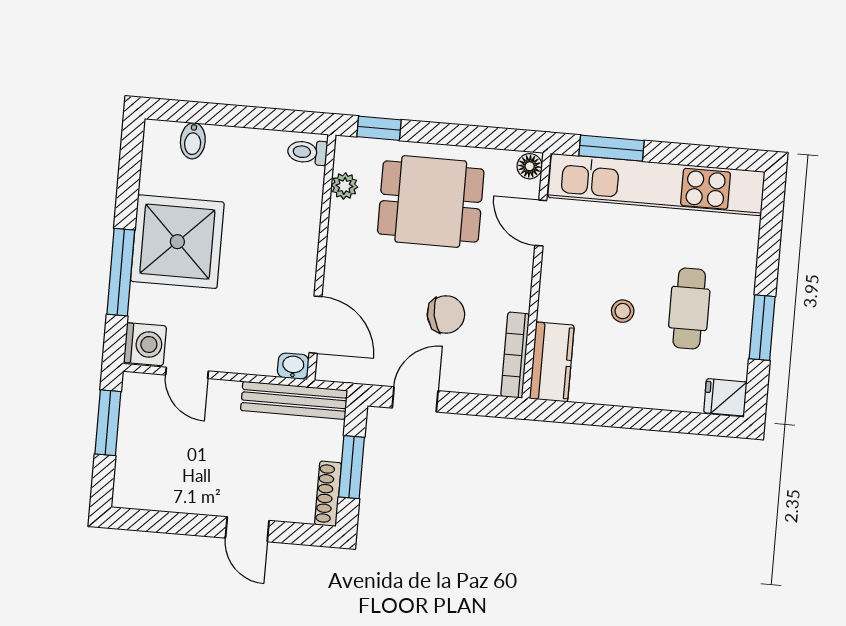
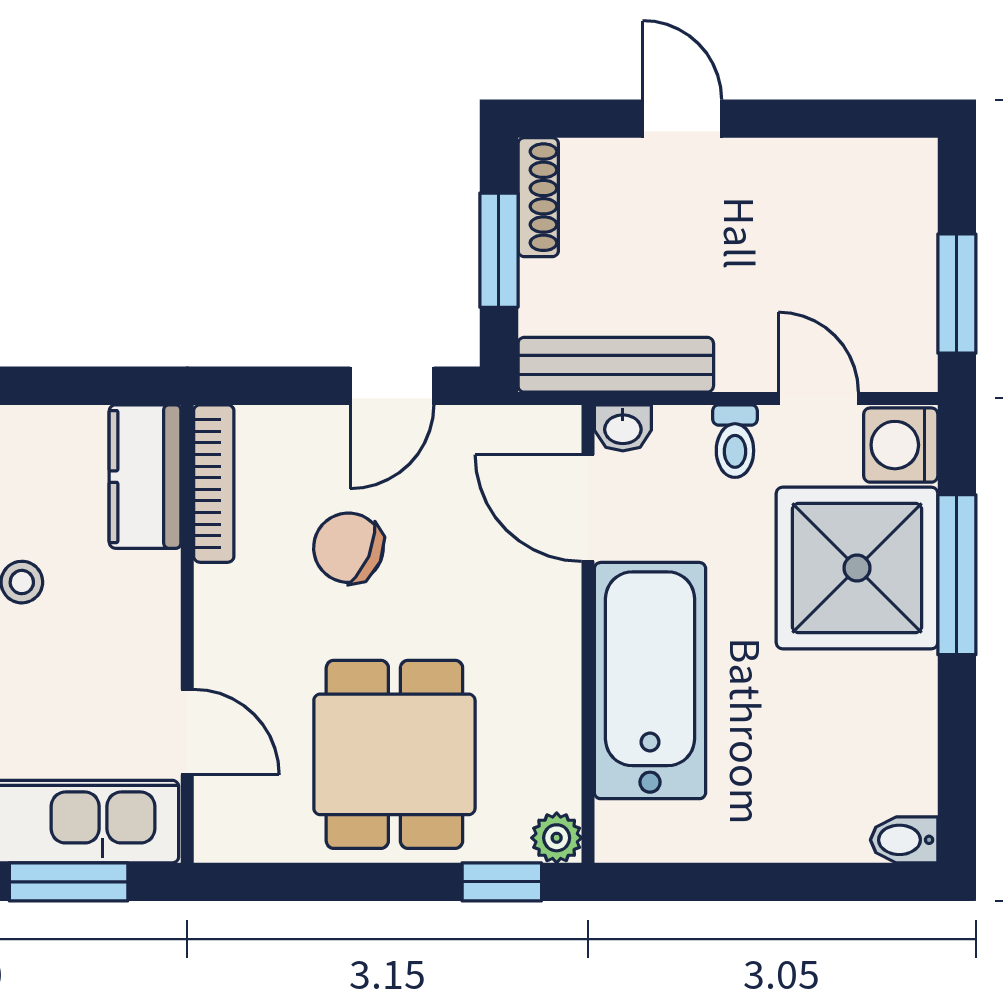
bidet: (193, 141) -> (904, 840), moved, turned -90
toilet: (307, 152) -> (735, 441), moved, turned 90
floor lamp: (530, 166) -> (217, 835), removed
plant: (344, 186) -> (557, 838), moved
dining table: (431, 202) -> (394, 754), turned 90
bathtub: (290, 229) -> (650, 681), added
shower: (177, 242) -> (857, 568), moved
chair: (446, 314) -> (348, 548), turned 34

